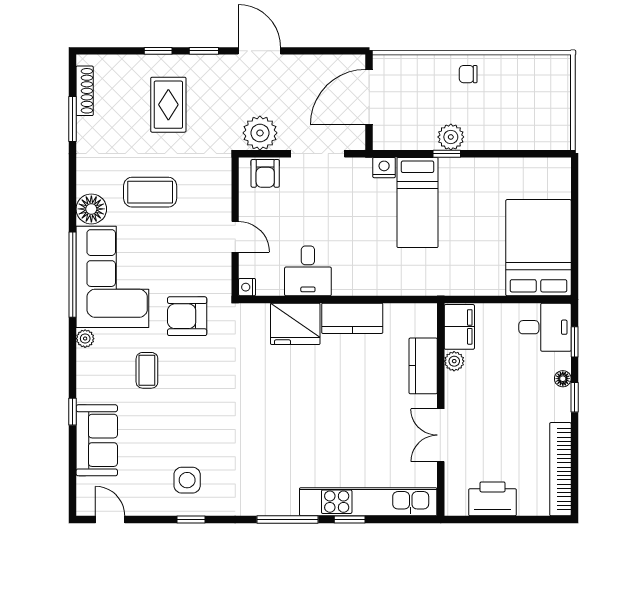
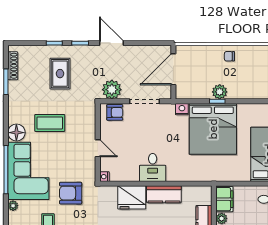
armchair: (265, 173) -> (115, 112), turned -90
bed: (418, 202) -> (213, 129), width x2.04
desk: (308, 271) -> (153, 168), moved

